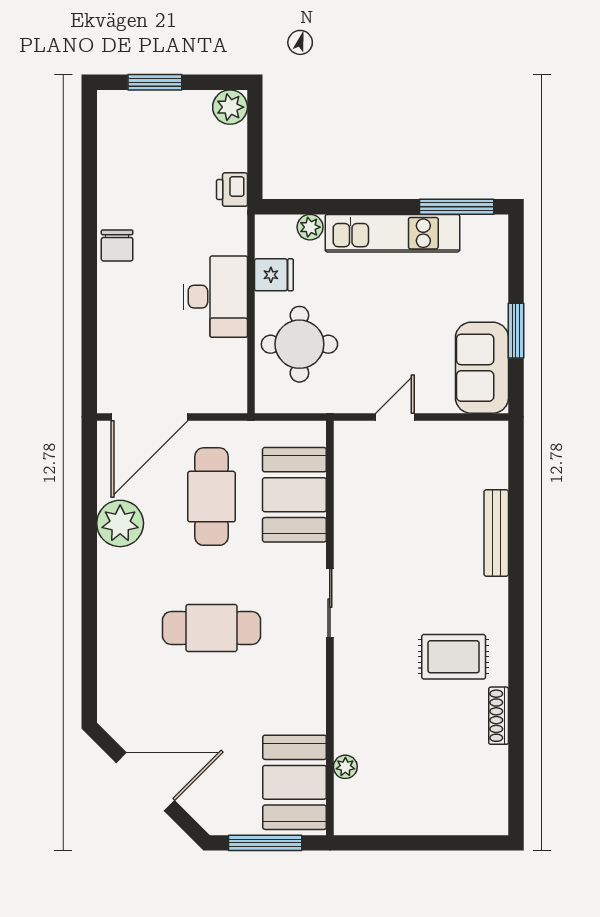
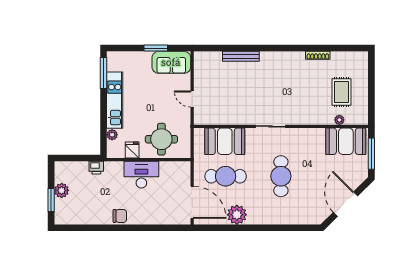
plant: (230, 107) -> (62, 190), moved
rug: (454, 657) -> (342, 92), moved

